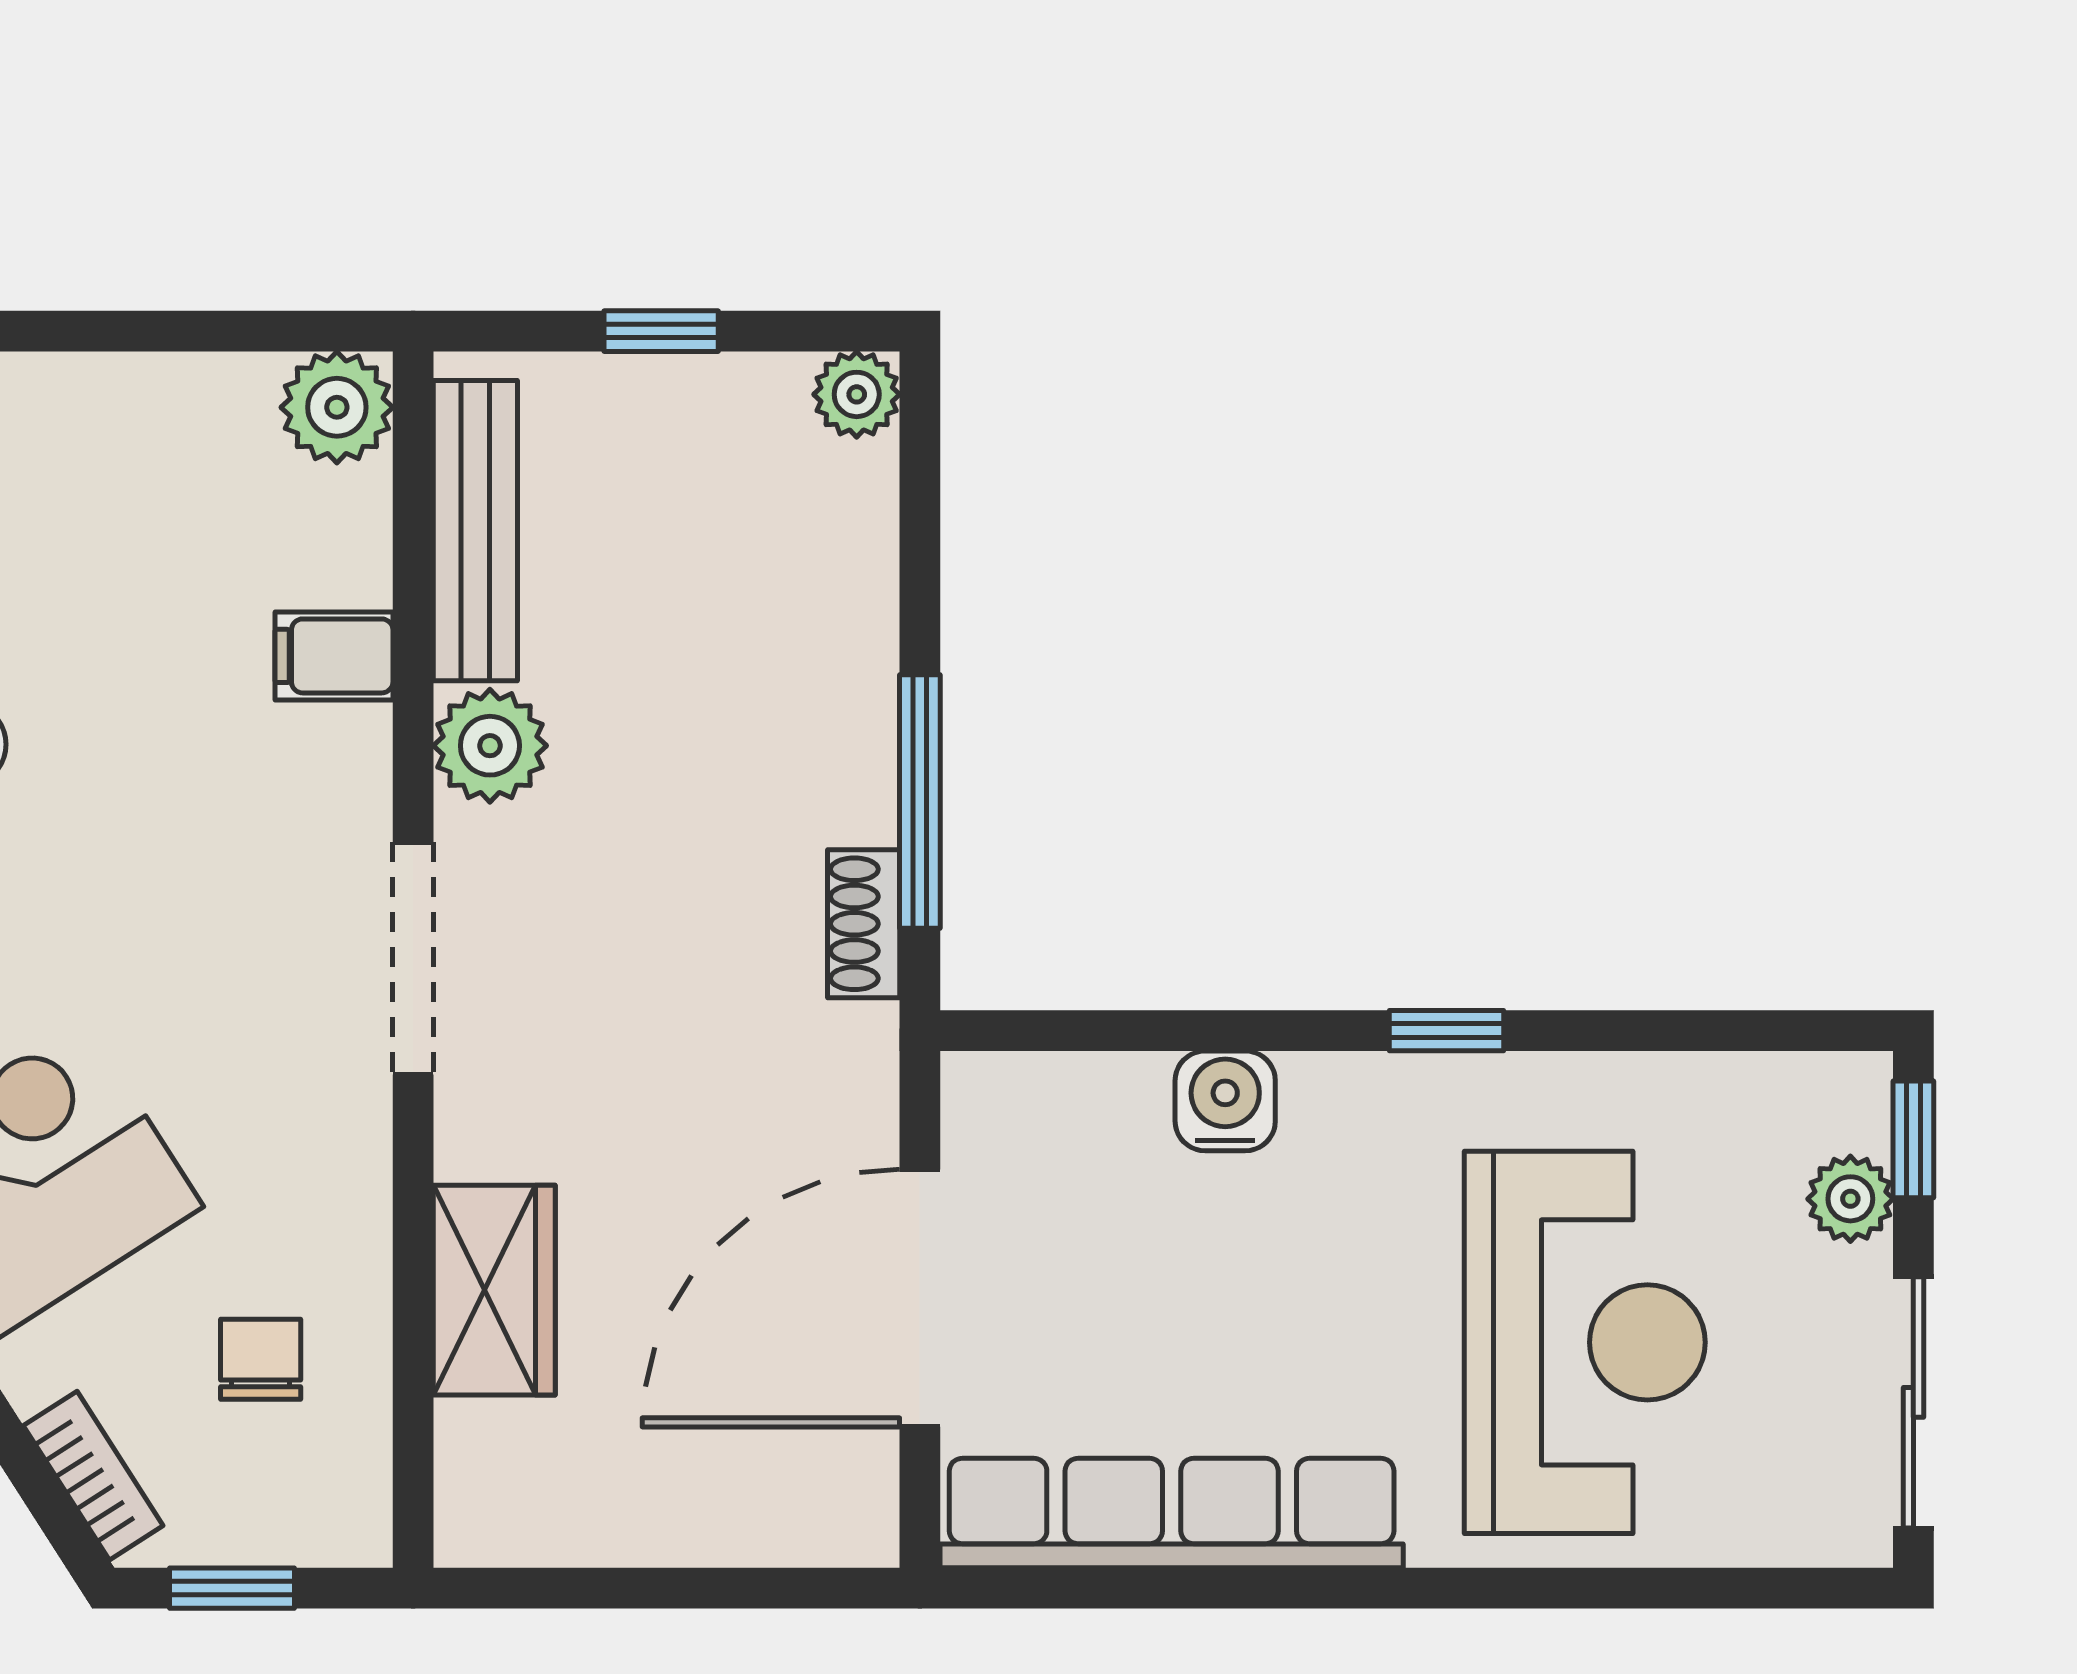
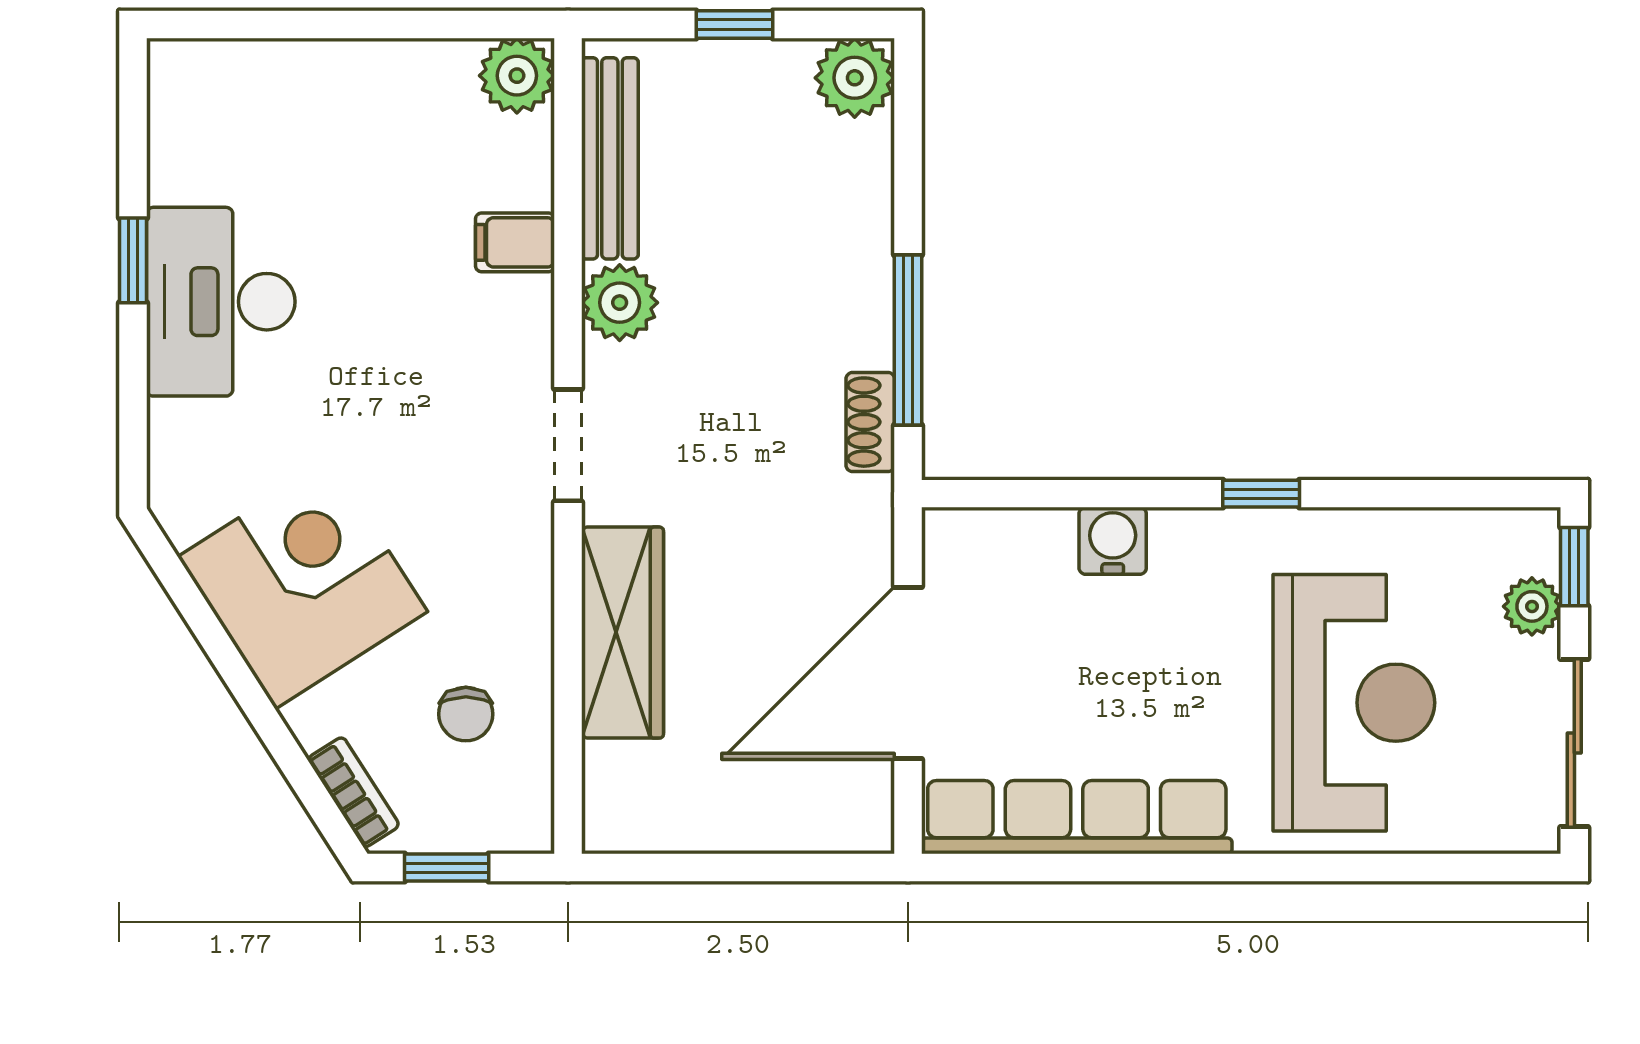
plant: (857, 394) -> (855, 78), width x1.38, depth x1.38
doorway: (413, 959) -> (568, 445), width x0.73
wardrobe: (494, 1290) -> (622, 633), width x1.50
chair: (261, 1359) -> (466, 714), turned 180

